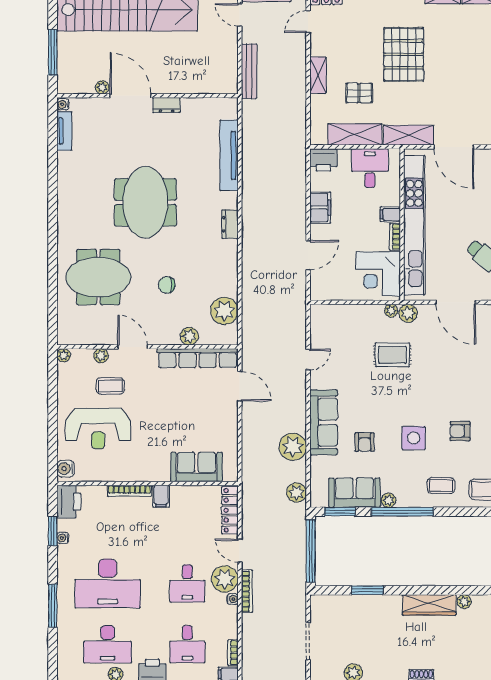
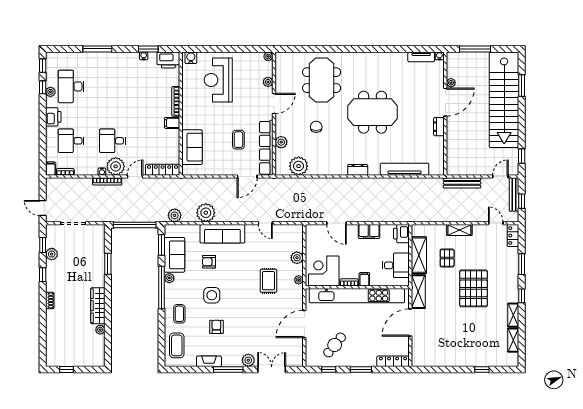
pallet: (404, 54) -> (473, 288), turned 90
plant: (408, 313) -> (297, 258), moved
coffee table: (110, 386) -> (238, 140), moved
desk: (108, 583) -> (113, 86), removed

